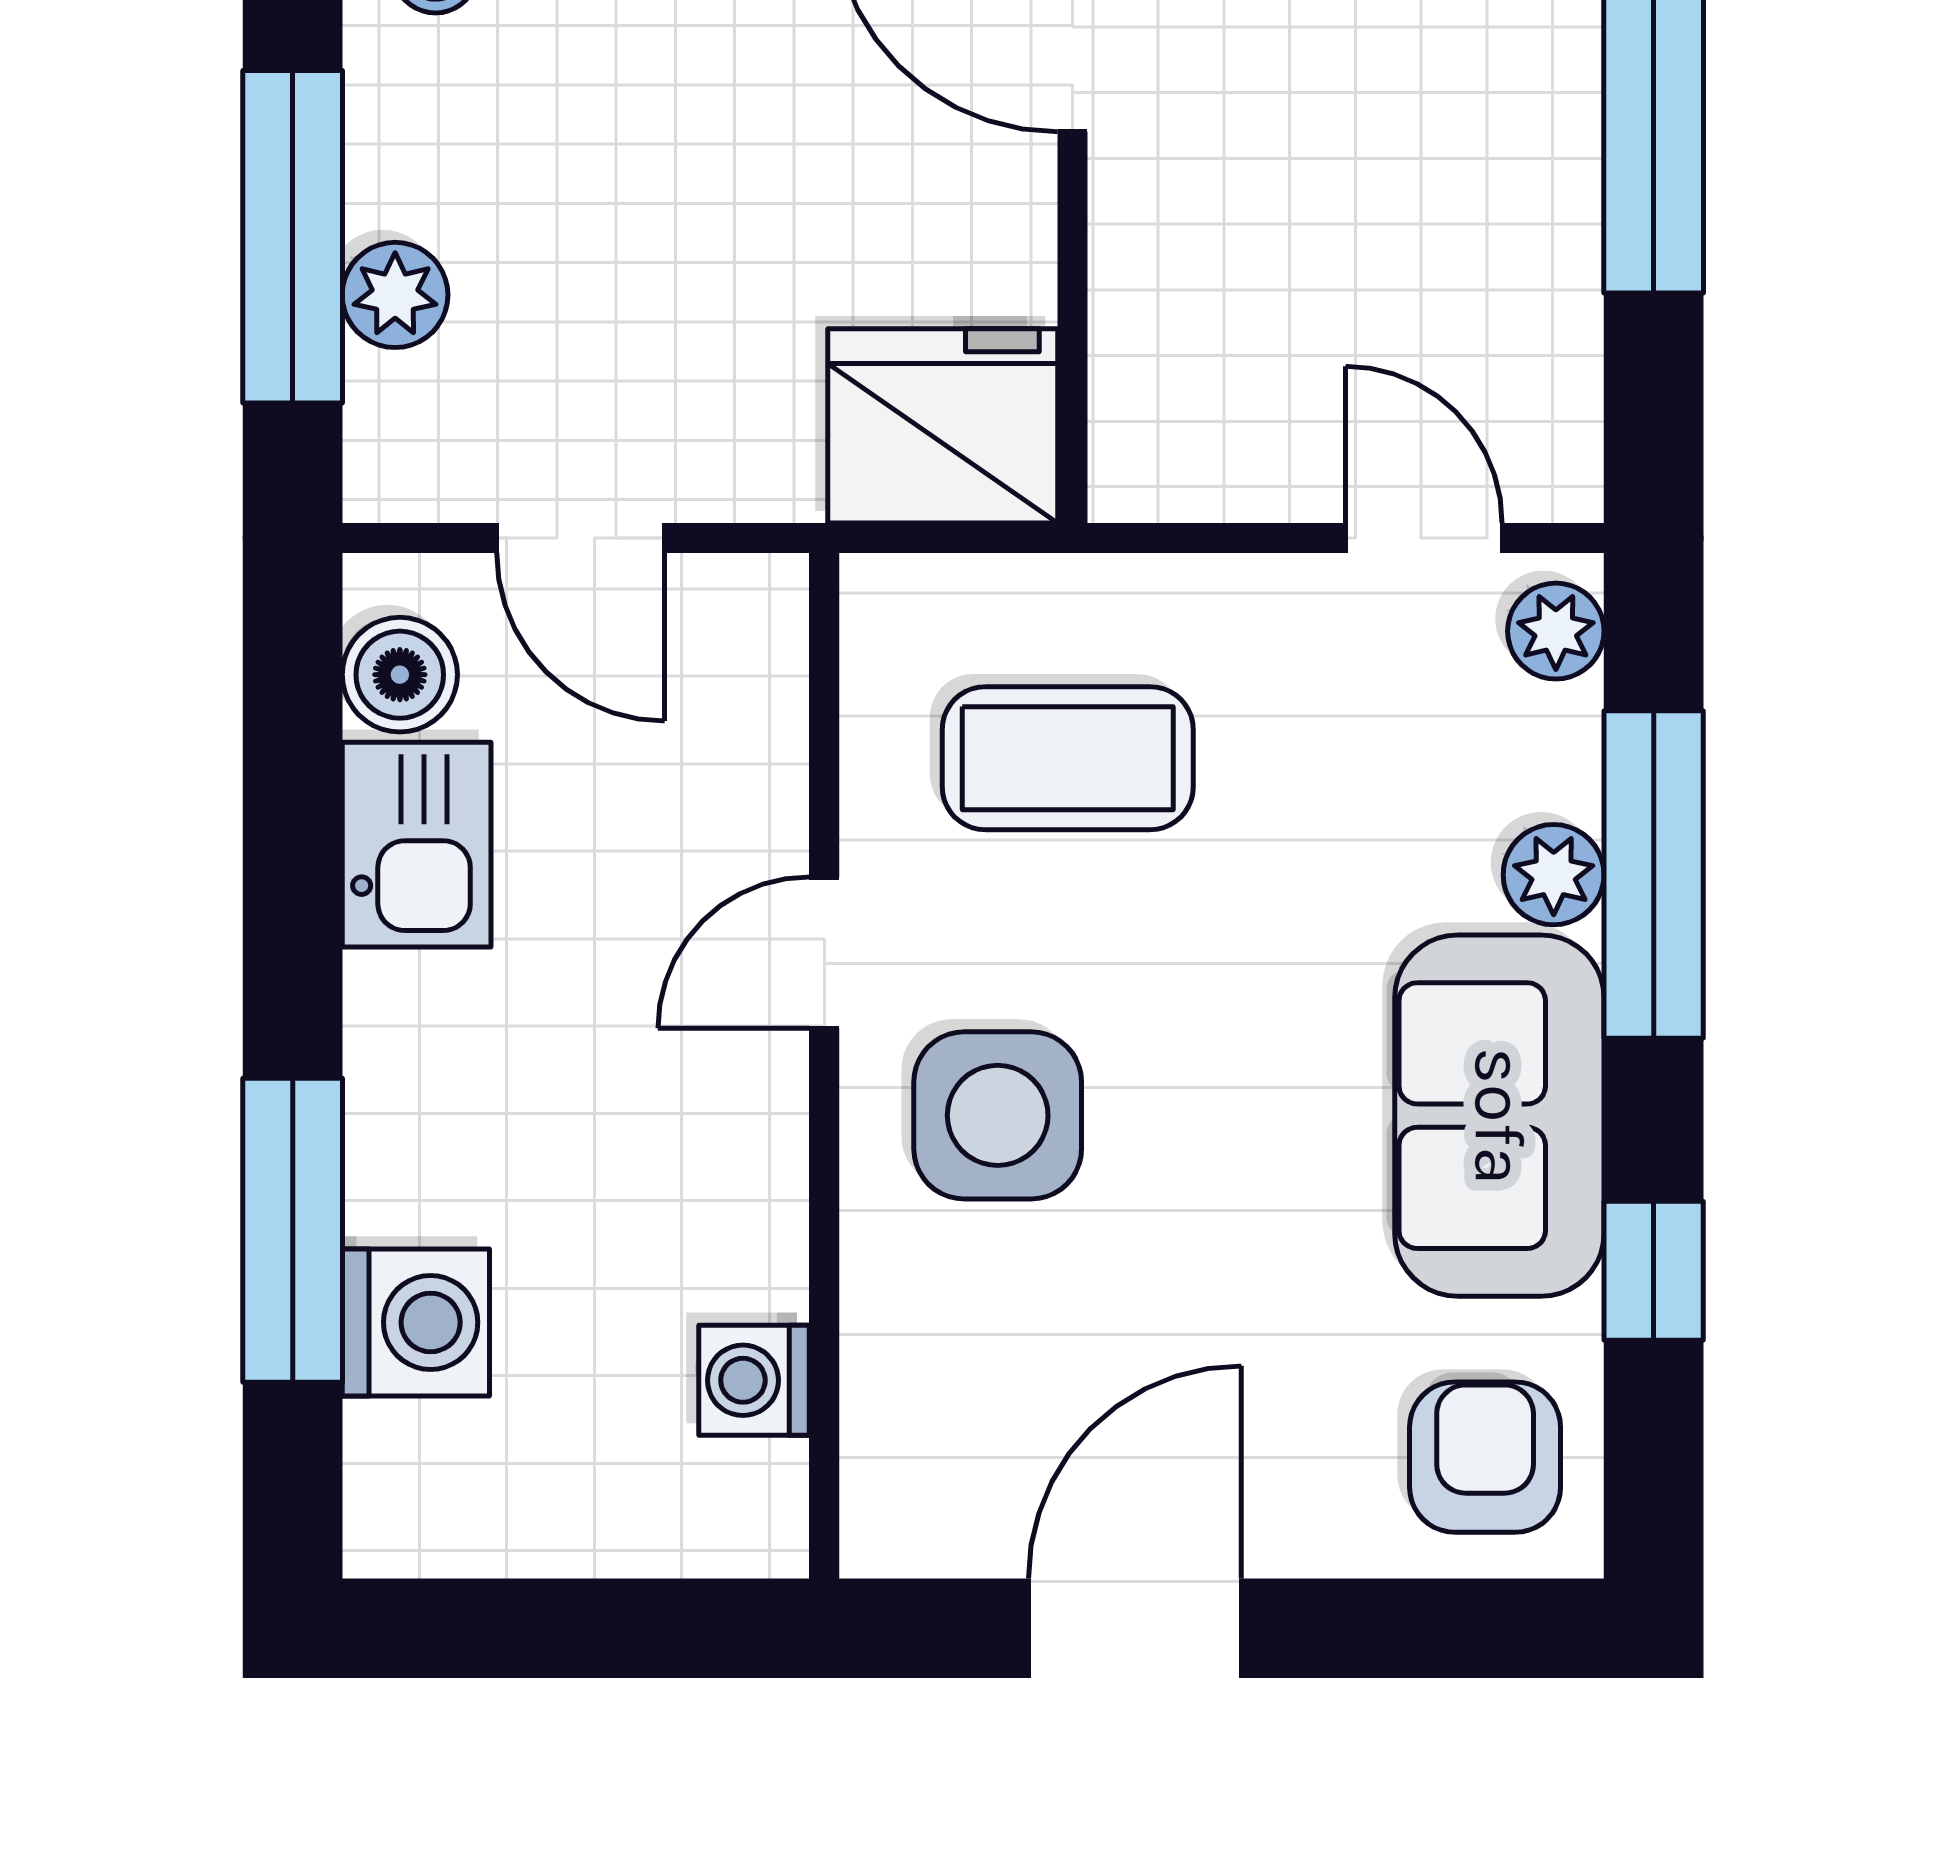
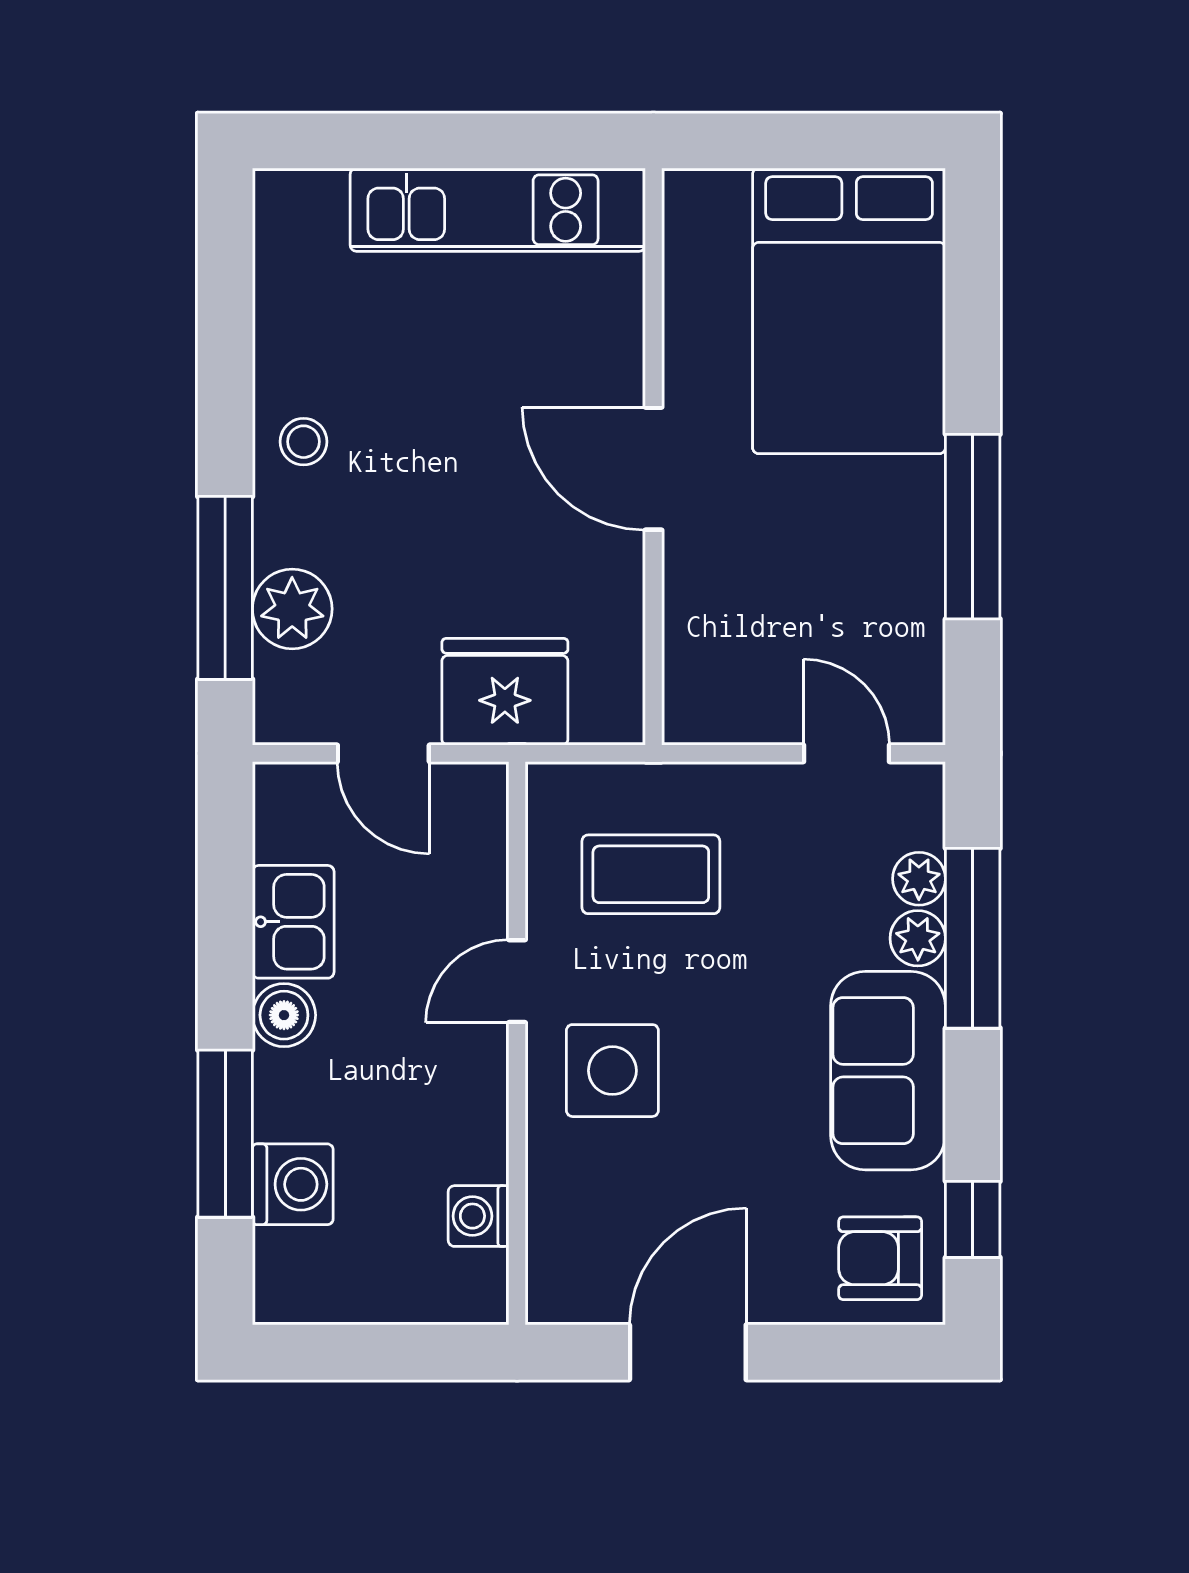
plant: (395, 295) -> (292, 609), width x1.38, depth x1.38
fridge: (943, 426) -> (505, 692), moved
plant: (1556, 631) -> (919, 879), moved
boiler: (400, 675) -> (284, 1015), moved
window: (1654, 1271) -> (973, 1219), moved
armchair: (1485, 1457) -> (880, 1258), turned -90

